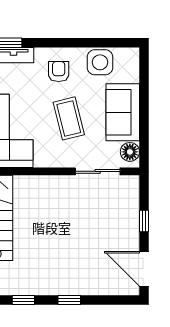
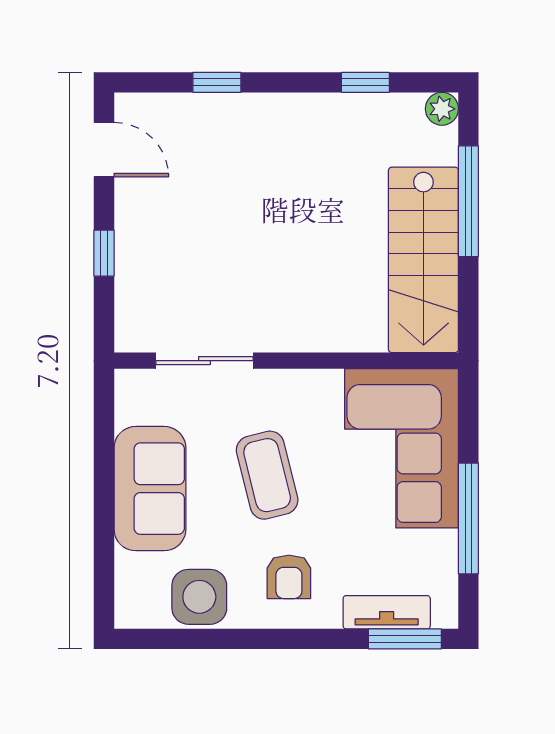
floor lamp: (130, 152) -> (135, 403), removed
door: (144, 269) -> (104, 150), width x0.73
window: (69, 300) -> (217, 82), moved

